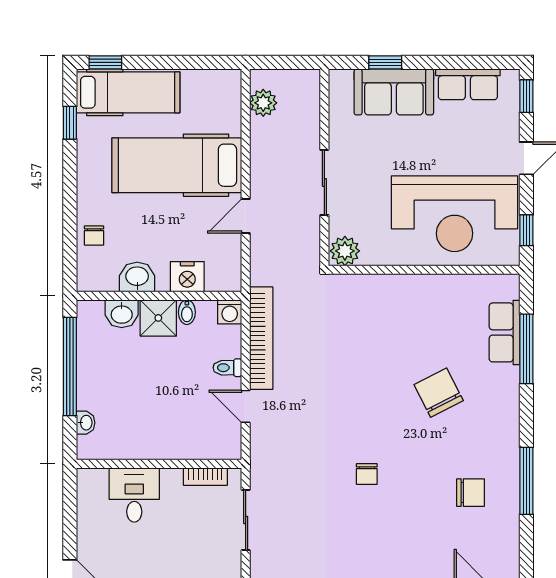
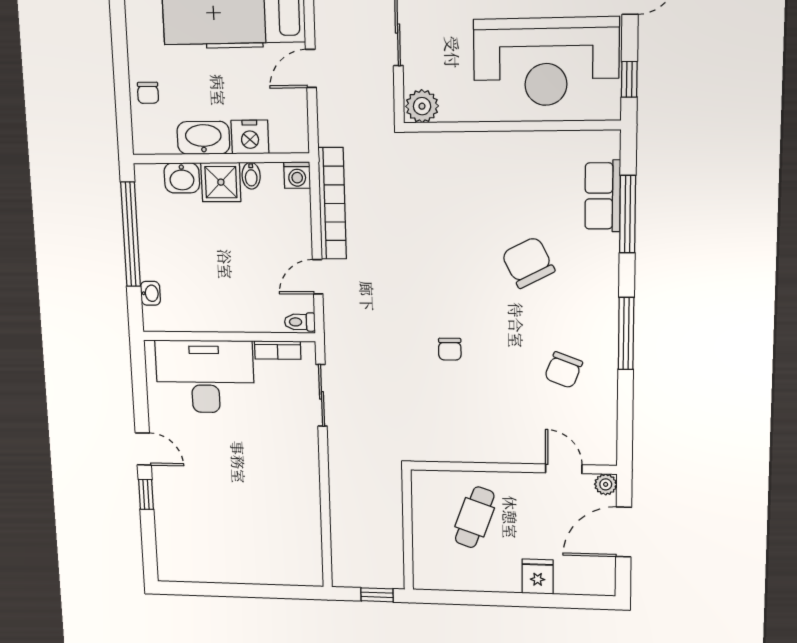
washbasin: (137, 277) -> (203, 138), width x1.38
toilet: (227, 368) -> (300, 322), moved
door: (246, 406) -> (318, 277), hinge flipped
window: (526, 481) -> (626, 334), moved
chair: (470, 493) -> (563, 370), turned 111
desk: (134, 495) -> (205, 377), width x1.87, depth x1.30

